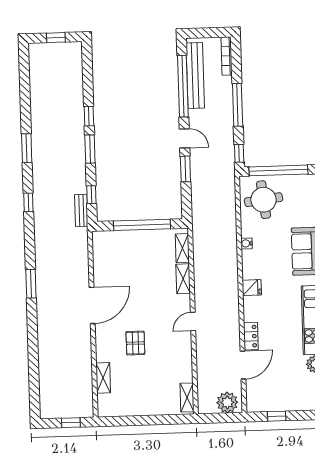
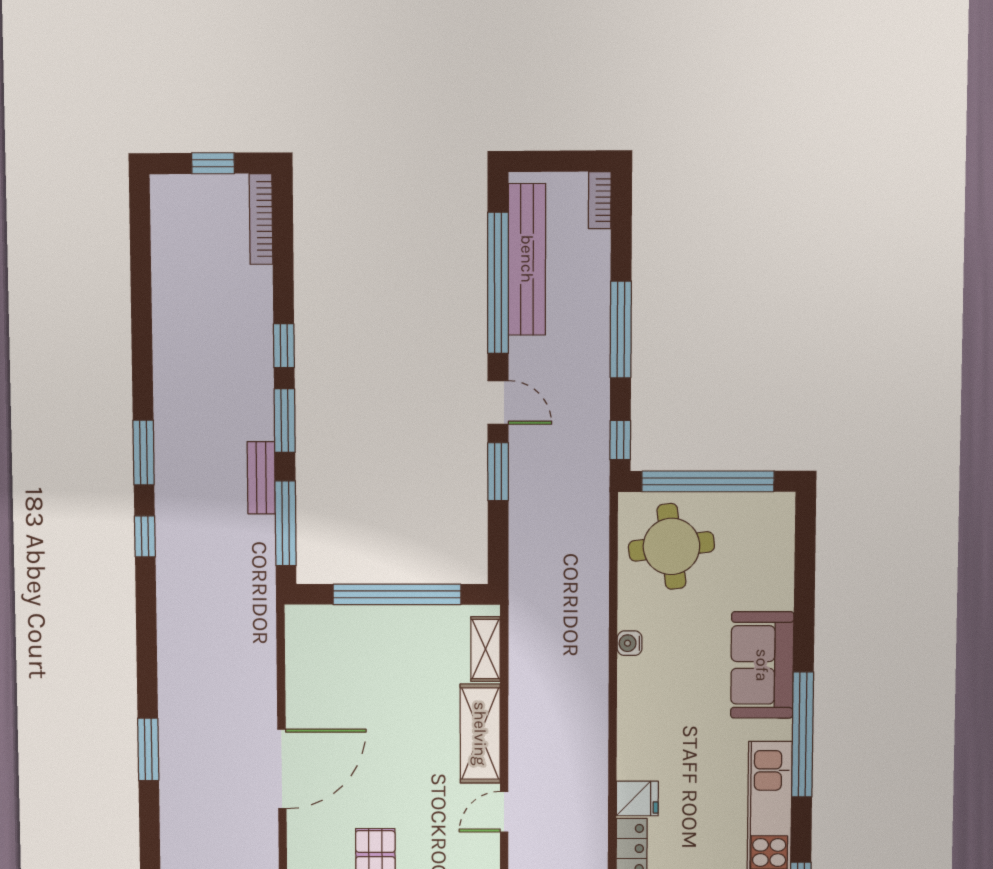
bookcase: (227, 56) -> (600, 200), width x0.64
bookcase: (78, 61) -> (261, 219), added
window: (27, 148) -> (144, 453), moved
window: (91, 195) -> (286, 523), width x2.17
bench: (81, 210) -> (261, 478), moved
shelving: (183, 279) -> (480, 734), width x1.50, depth x1.33
window: (31, 284) -> (148, 749), moved
fridge: (252, 288) -> (637, 798), moved

